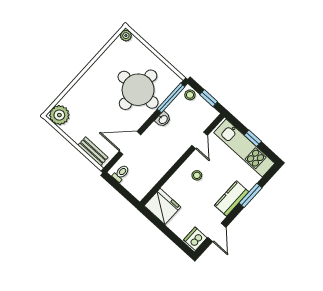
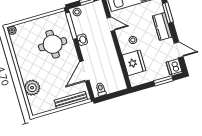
round table: (138, 90) -> (53, 44), width x0.73, depth x0.73
plant: (59, 115) -> (32, 88), moved
bench: (93, 151) -> (71, 100), width x1.36
fridge: (162, 206) -> (134, 63), moved, turned 90
window: (172, 236) -> (163, 81), added

